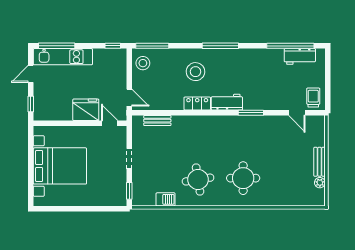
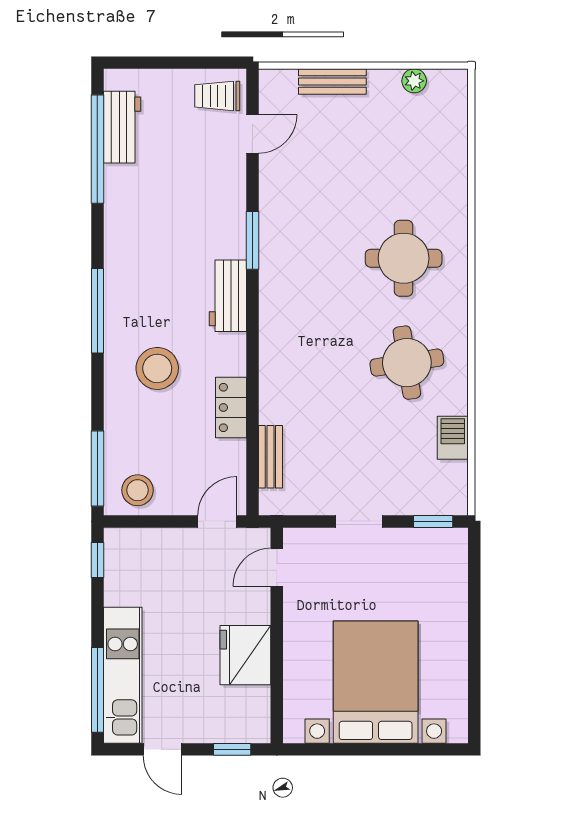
locker: (197, 104) -> (231, 407), moved
fridge: (86, 110) -> (245, 655), moved
bench: (319, 162) -> (332, 82), moved

